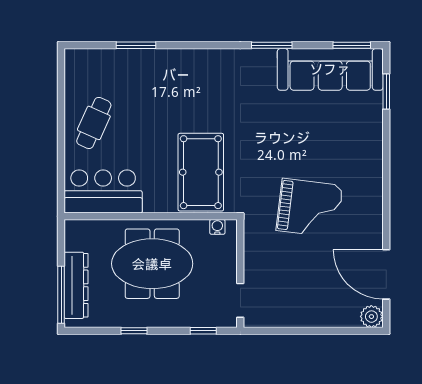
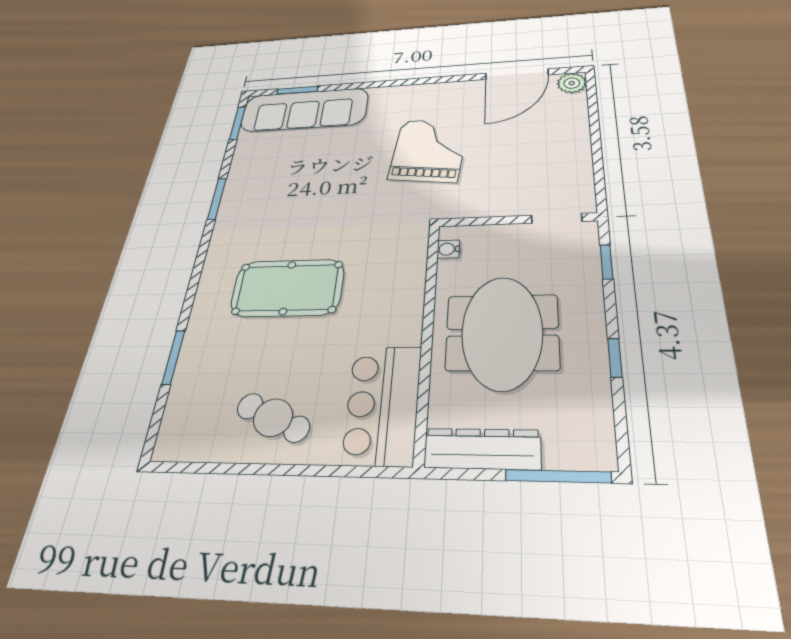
sofa: (330, 69) -> (304, 110), moved, turned 90
pool table: (201, 172) -> (287, 288), moved
dresser: (76, 285) -> (482, 449), moved

